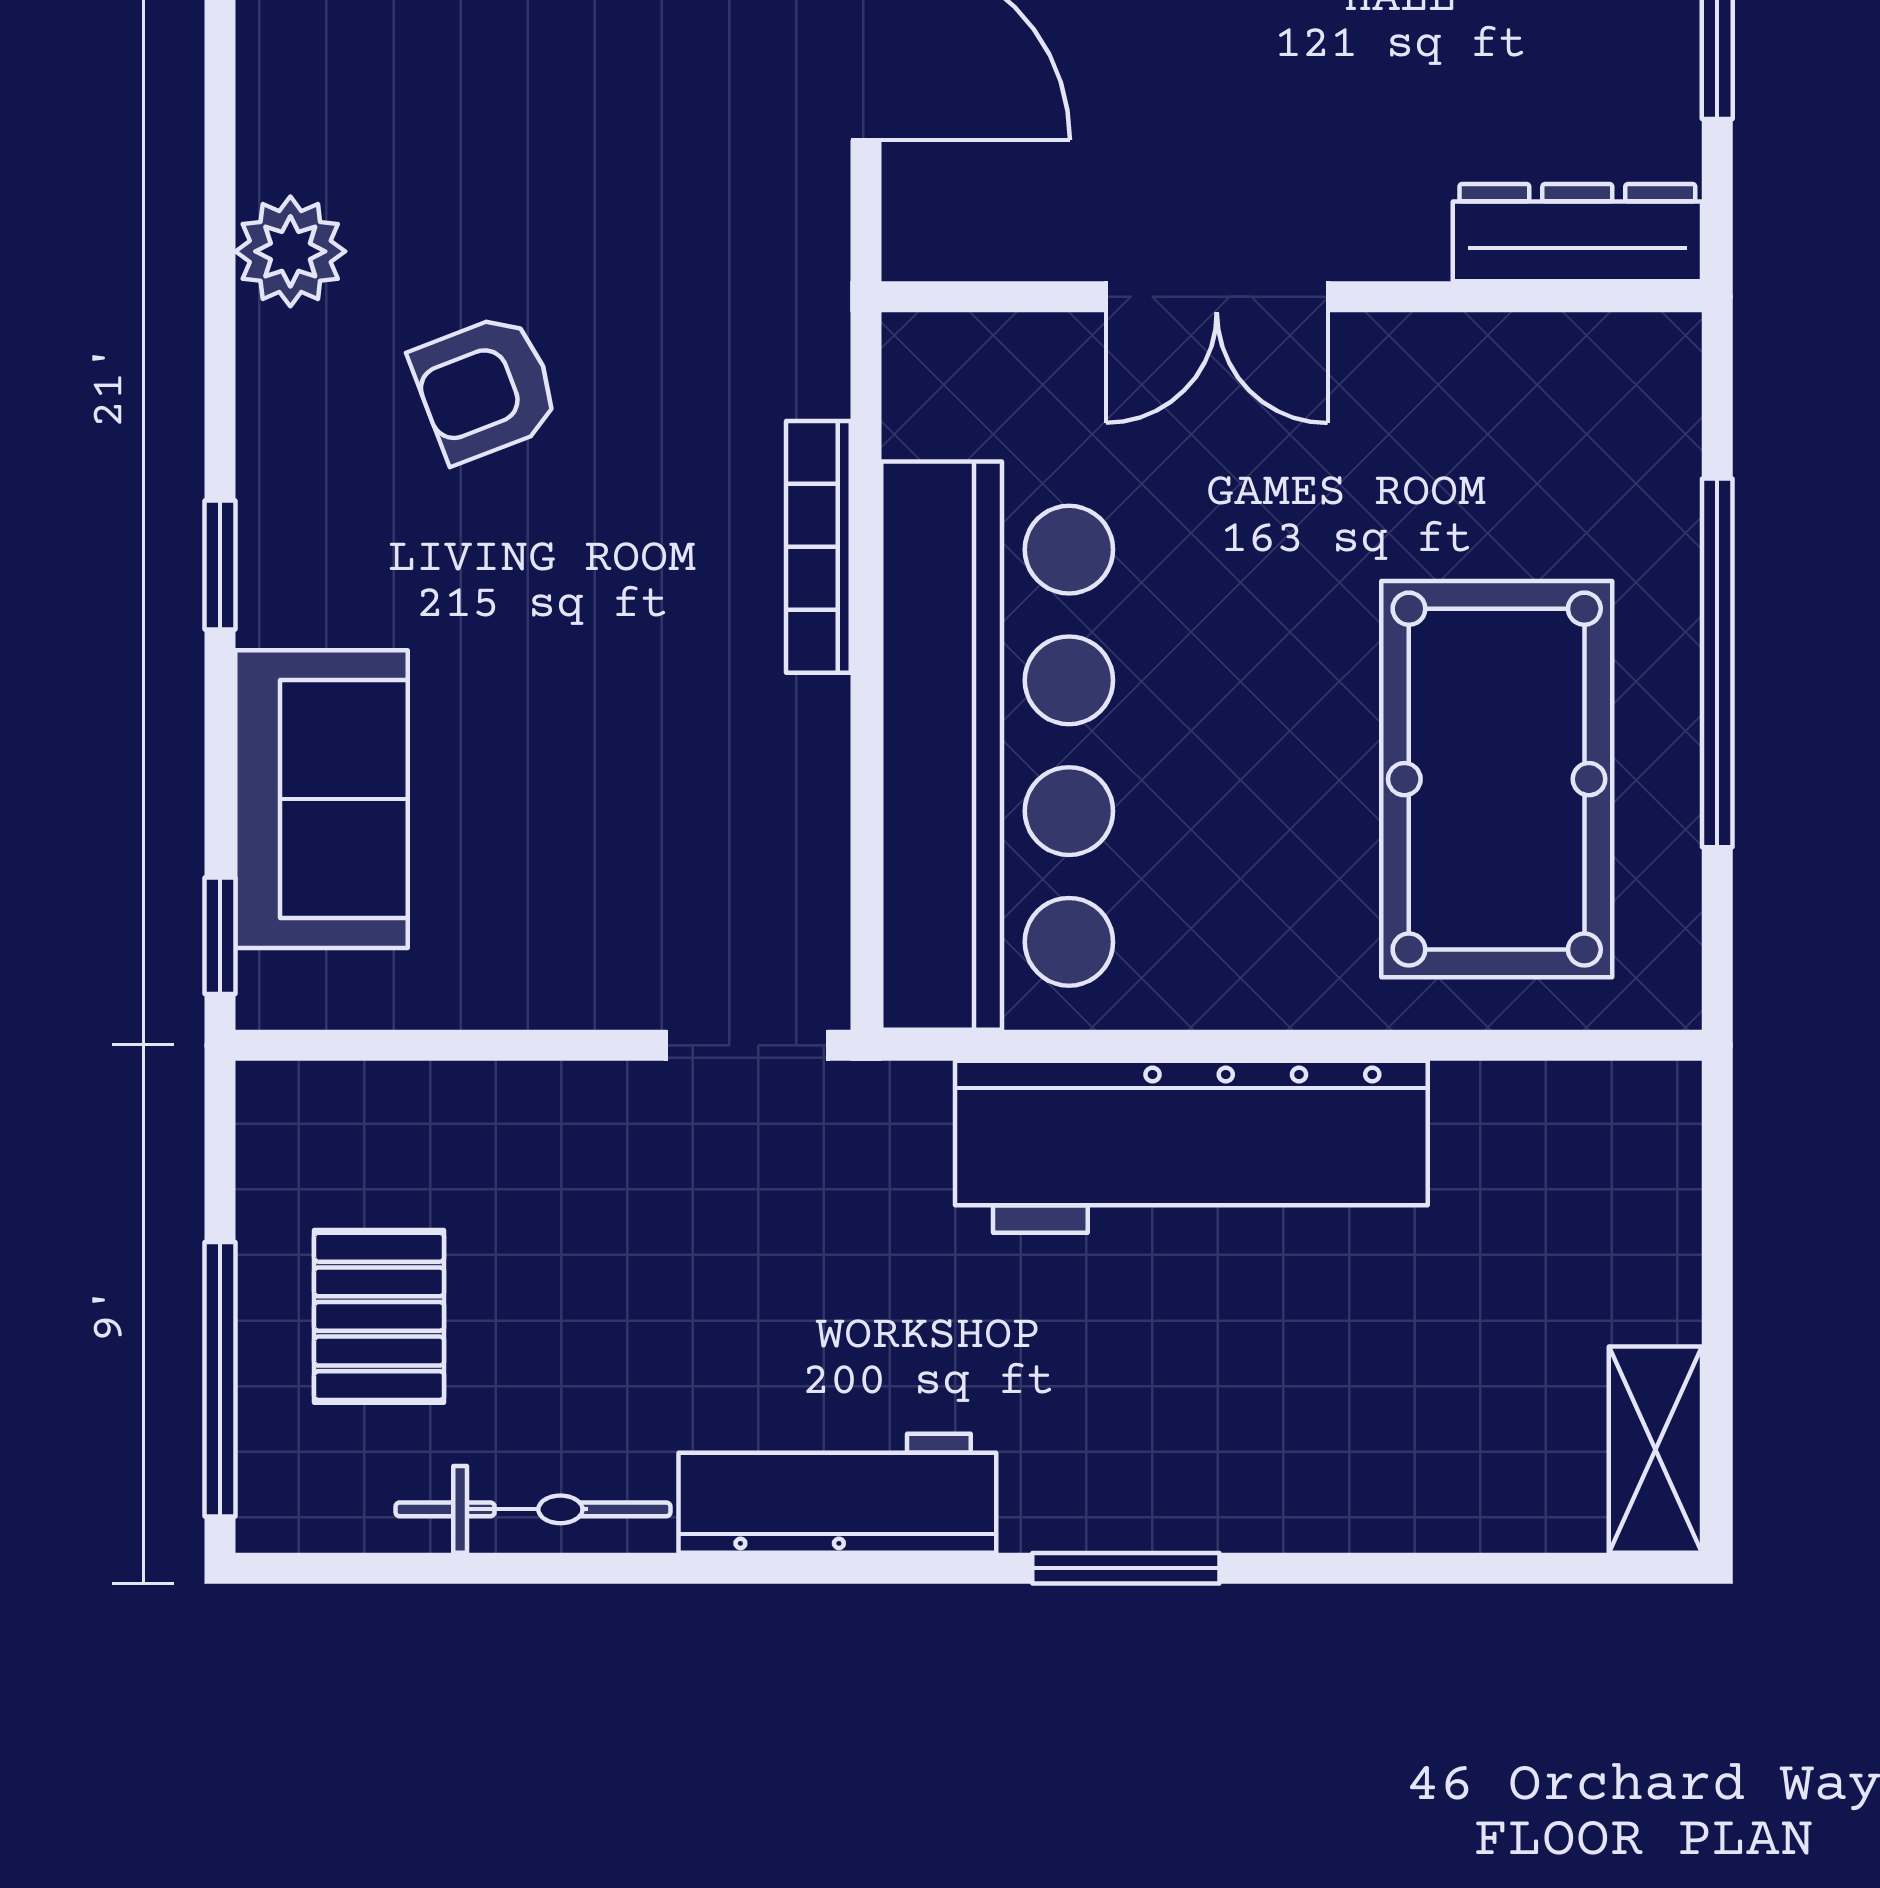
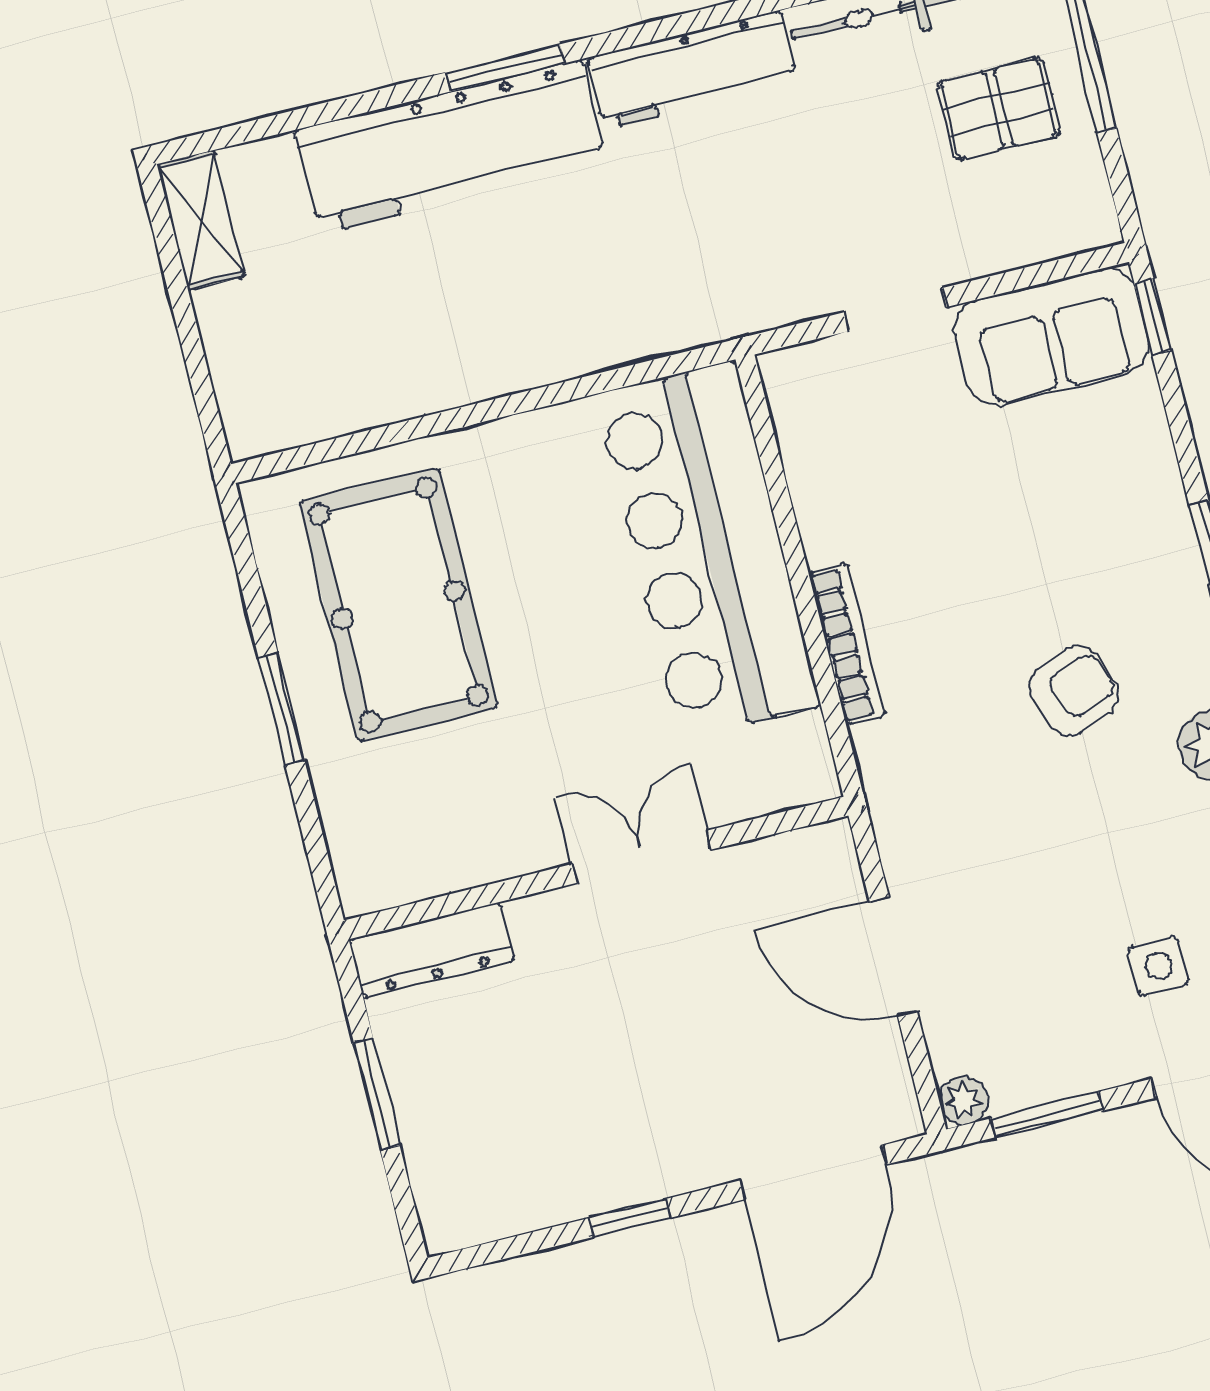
window: (1717, 663) -> (282, 709), width x0.47
sofa: (321, 799) -> (1052, 337), moved, turned -90
doorway: (747, 1045) -> (895, 310), moved
workbench: (1191, 1147) -> (451, 147), moved, turned 180
pallet: (379, 1316) -> (998, 109), turned 90

